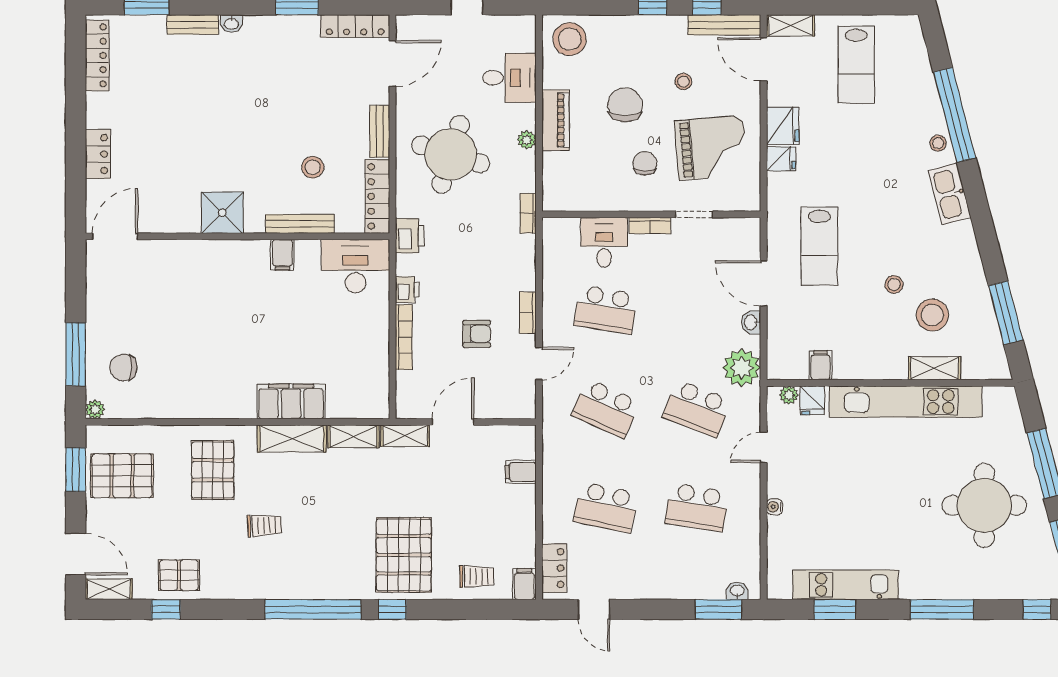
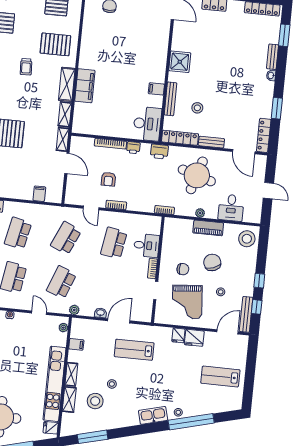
shelving: (790, 26) -> (71, 374), moved
chair: (625, 105) -> (212, 262), turned -110
plant: (742, 368) -> (74, 310), width x0.53, depth x0.53
fridge: (812, 400) -> (51, 428), moved

